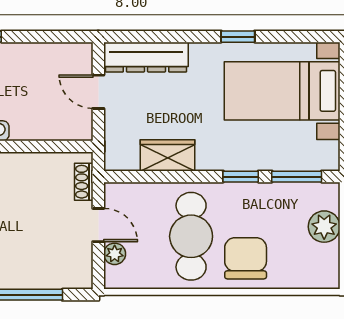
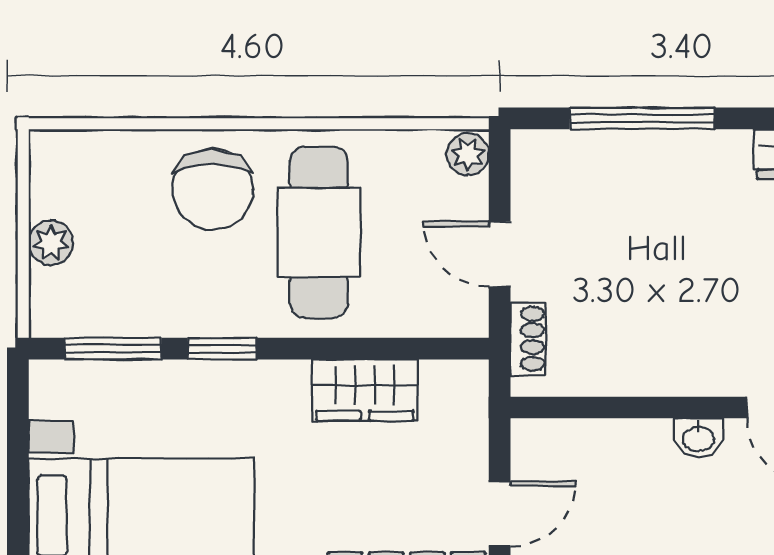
door: (98, 92) -> (500, 514), hinge flipped
plant: (324, 227) -> (51, 243), width x0.73, depth x0.73
plant: (115, 254) -> (468, 154), moved

